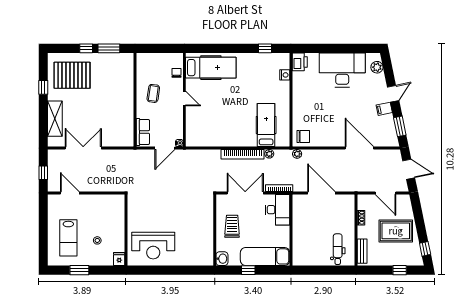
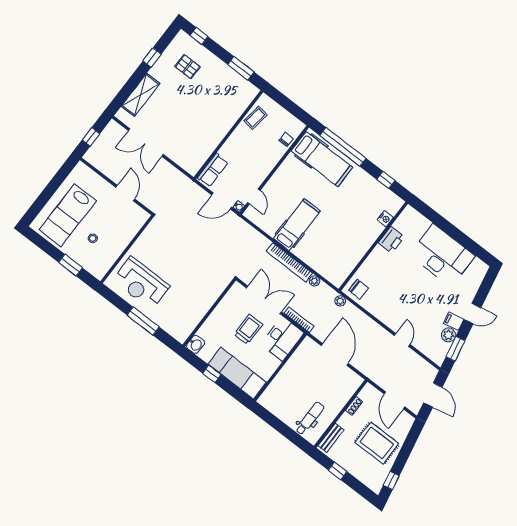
window: (86, 48) -> (199, 36), moved
window: (219, 48) -> (343, 147), added
printer: (300, 62) -> (391, 240), moved
plant: (377, 67) -> (449, 335), moved
pallet: (72, 75) -> (188, 67), width x0.49, depth x0.50
coffee table: (153, 93) -> (256, 118), moved
door: (184, 98) -> (254, 196), moved
hospital bed: (266, 125) -> (297, 225), moved
double door: (83, 148) -> (146, 142), swing flipped
door: (359, 148) -> (402, 340), width x0.53
door: (70, 193) -> (125, 193), moved
trolley: (232, 226) -> (248, 329), moved
lab bench: (68, 238) -> (68, 215), width x1.36, depth x1.39
fridge: (119, 259) -> (100, 271), removed
window: (79, 270) -> (70, 265), moved
window: (174, 270) -> (143, 321), added
window: (400, 270) -> (338, 471), moved

